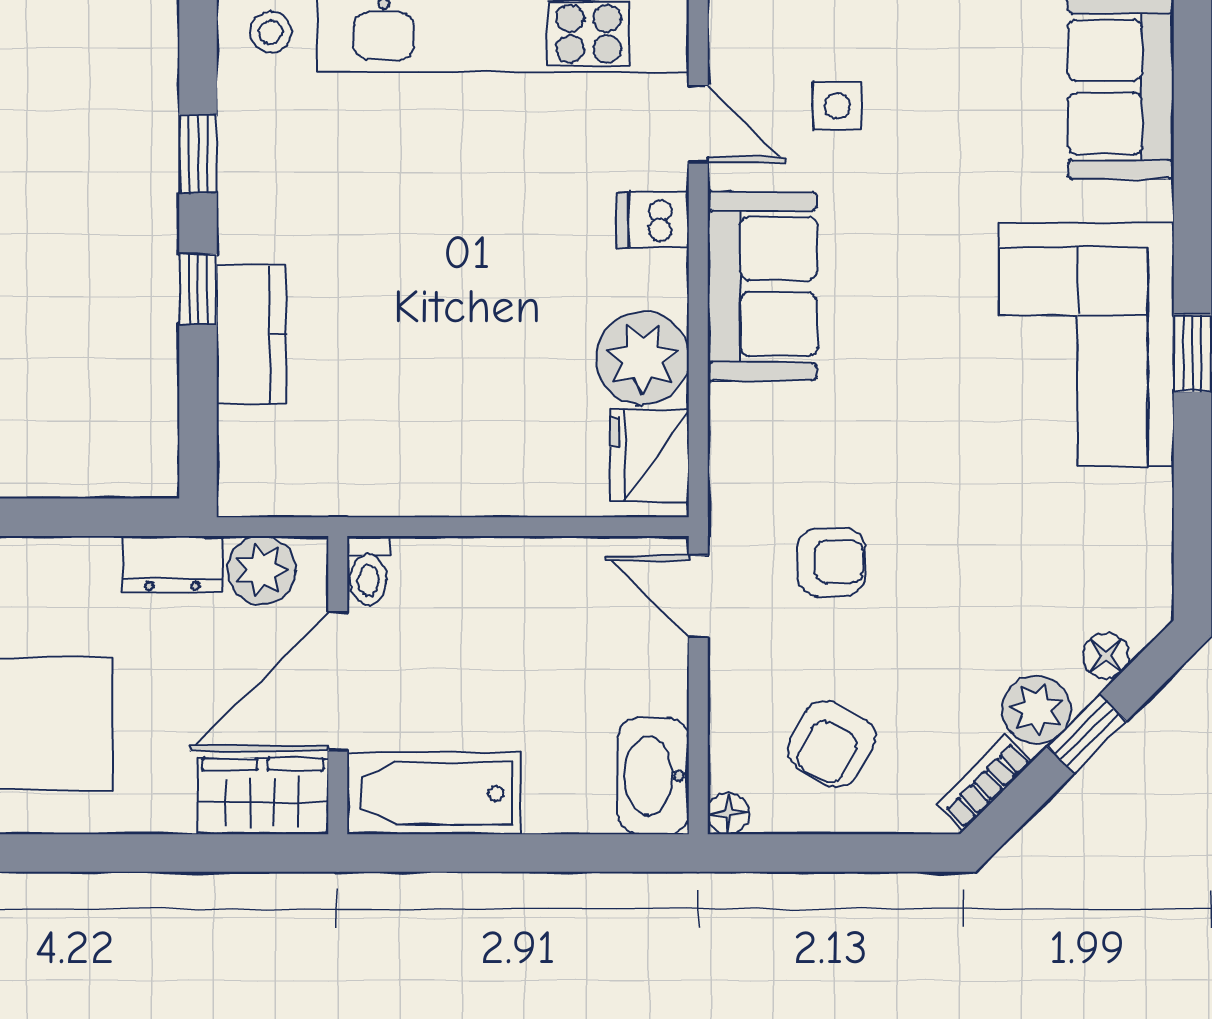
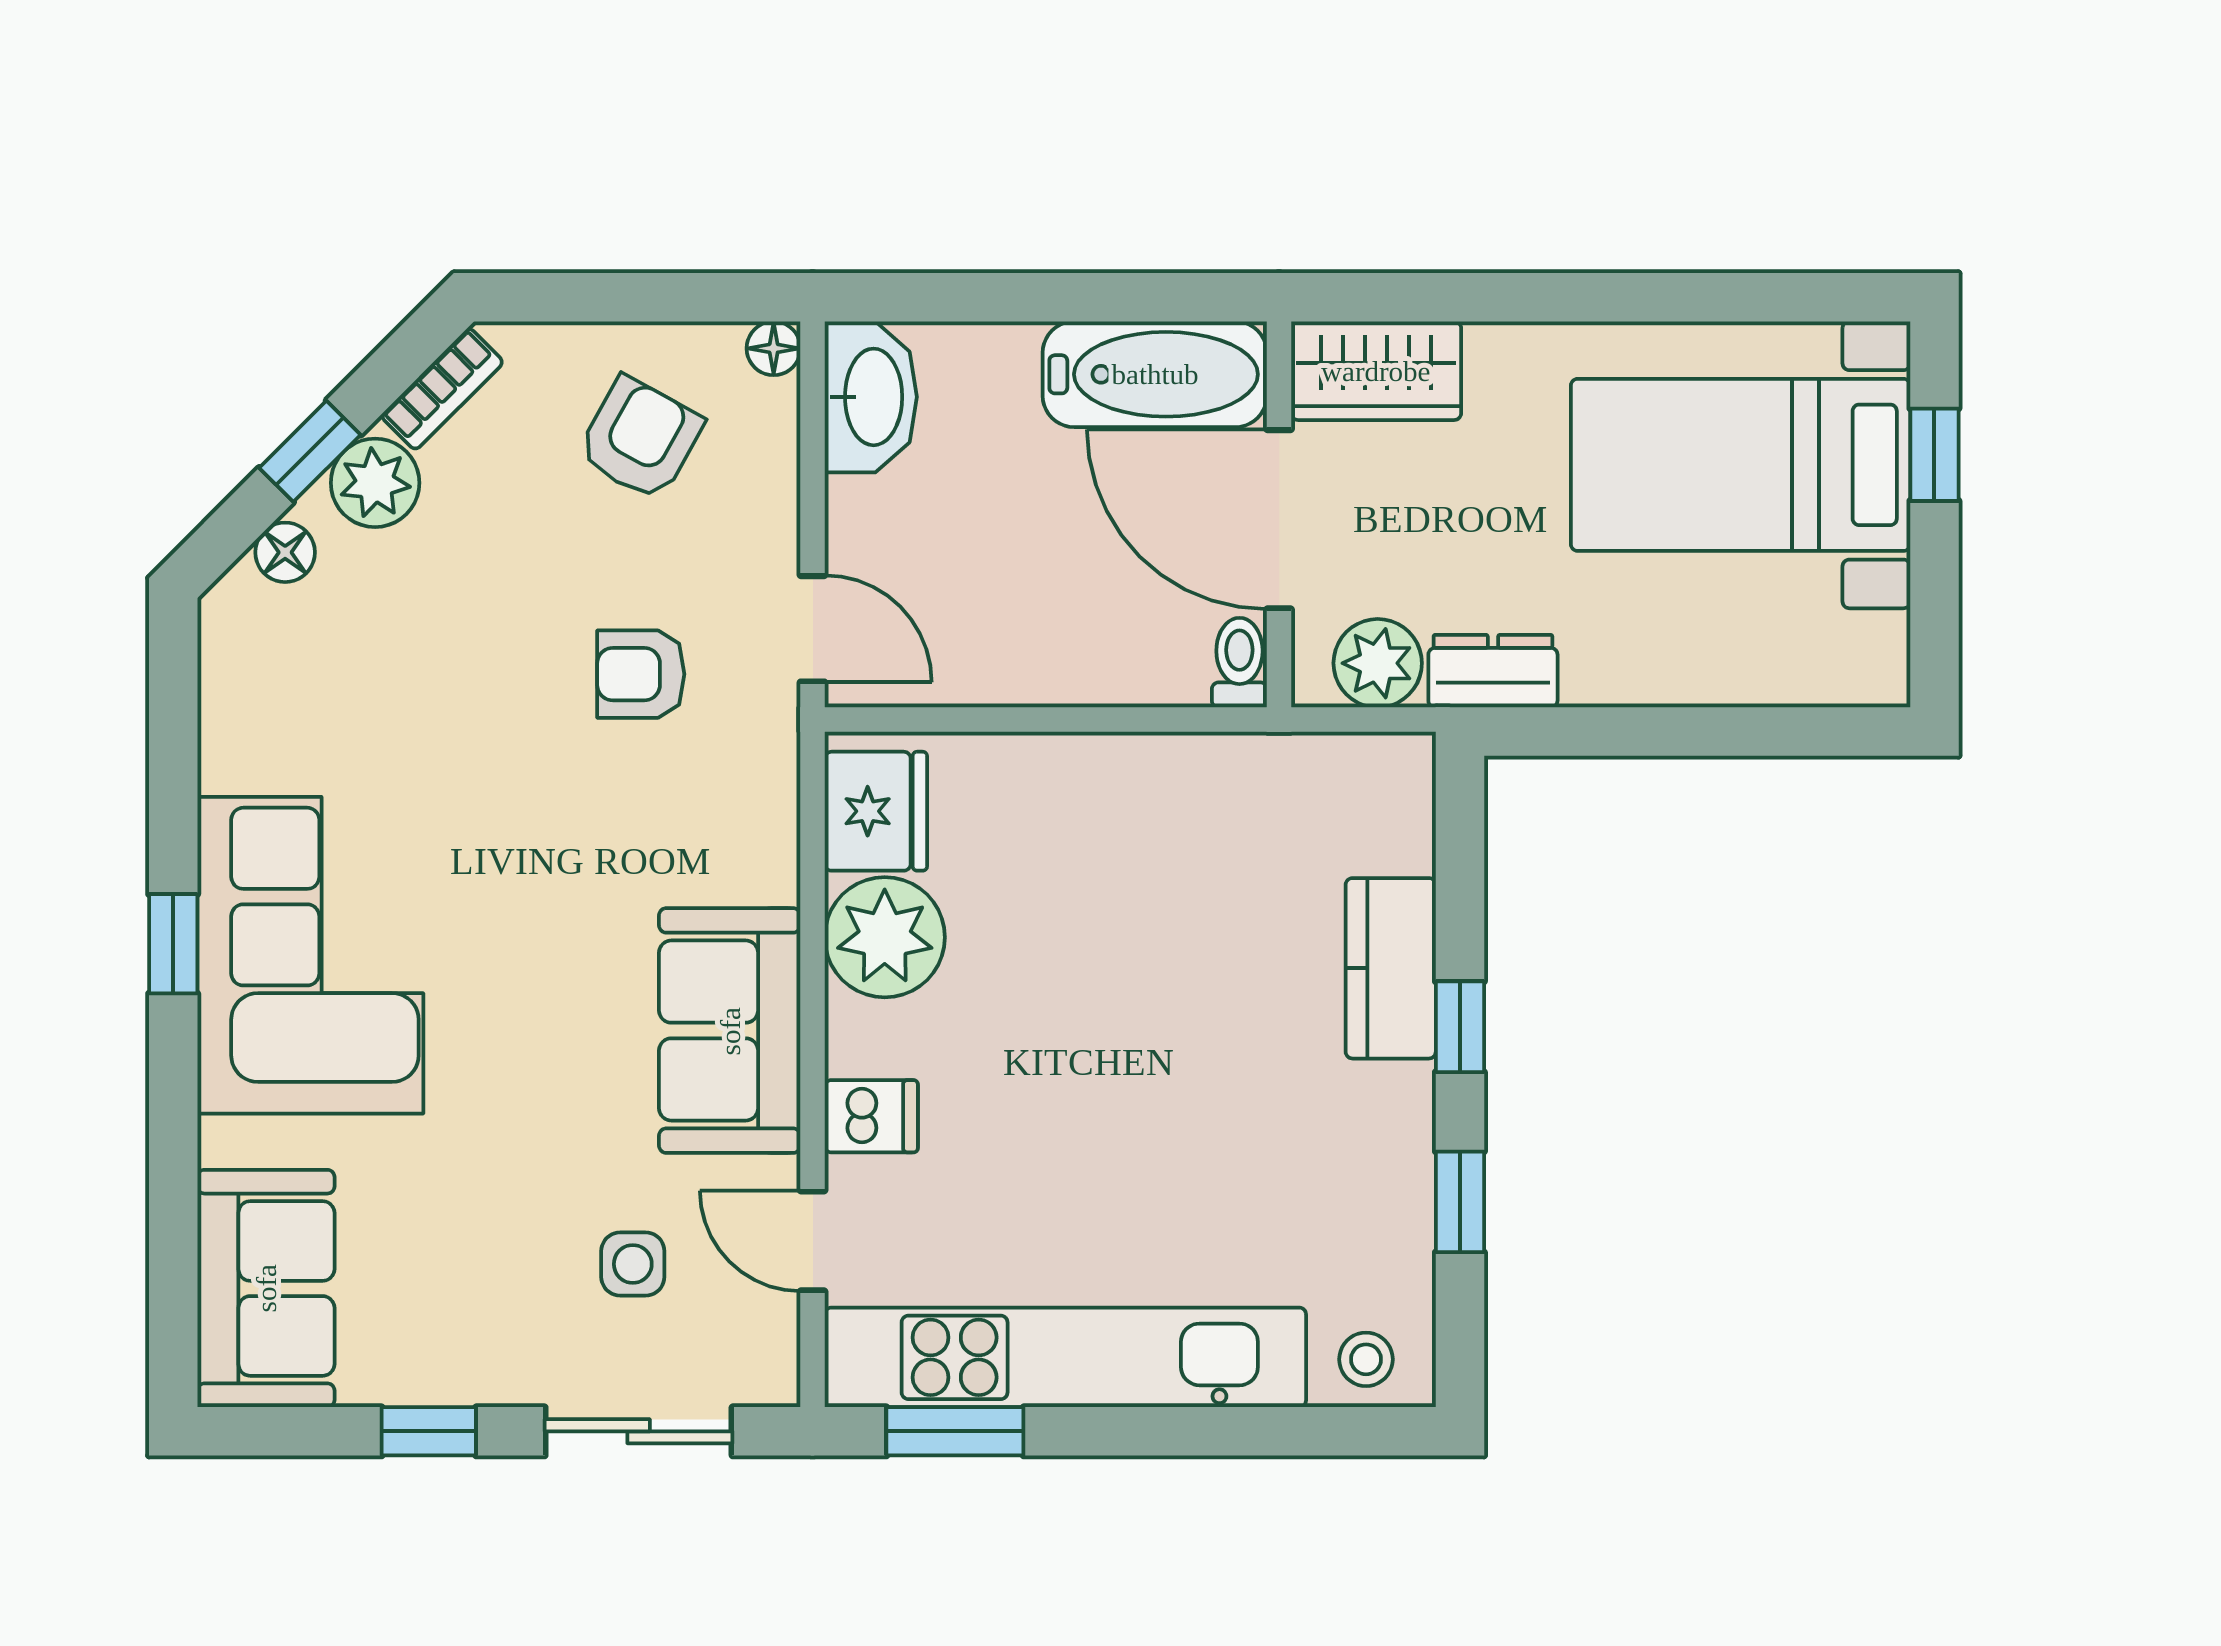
door: (338, 681) -> (1279, 519), swing flipped

